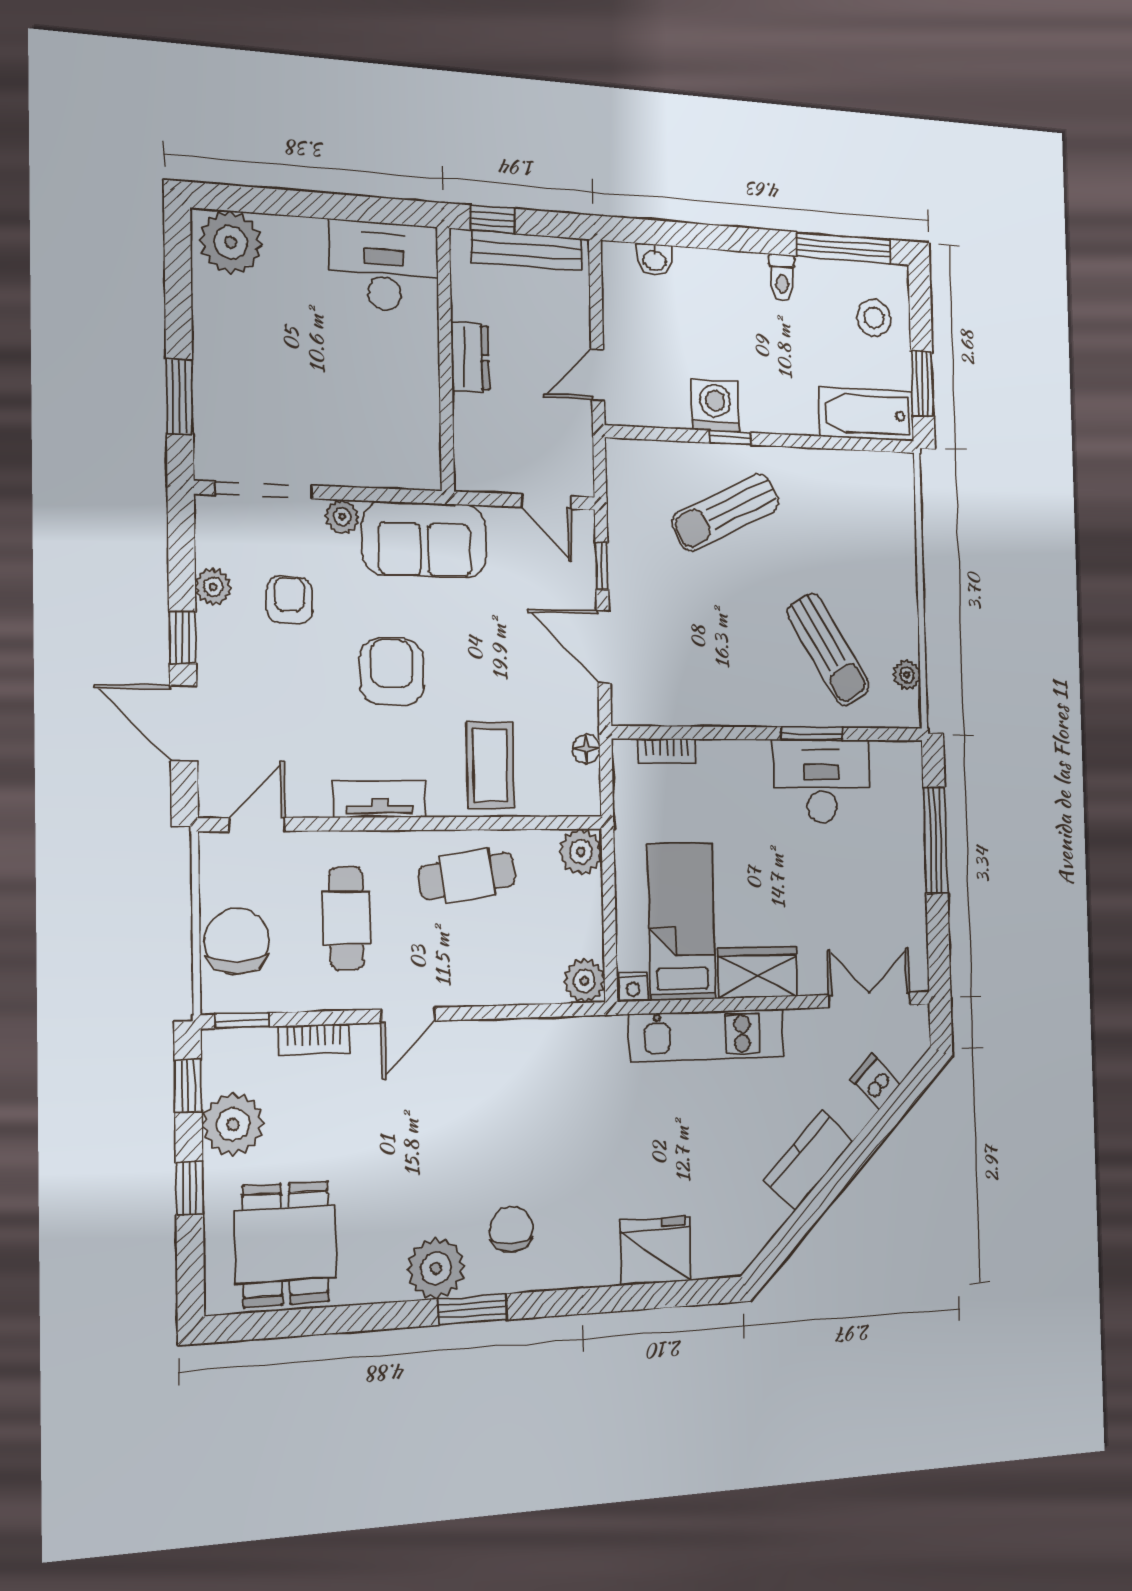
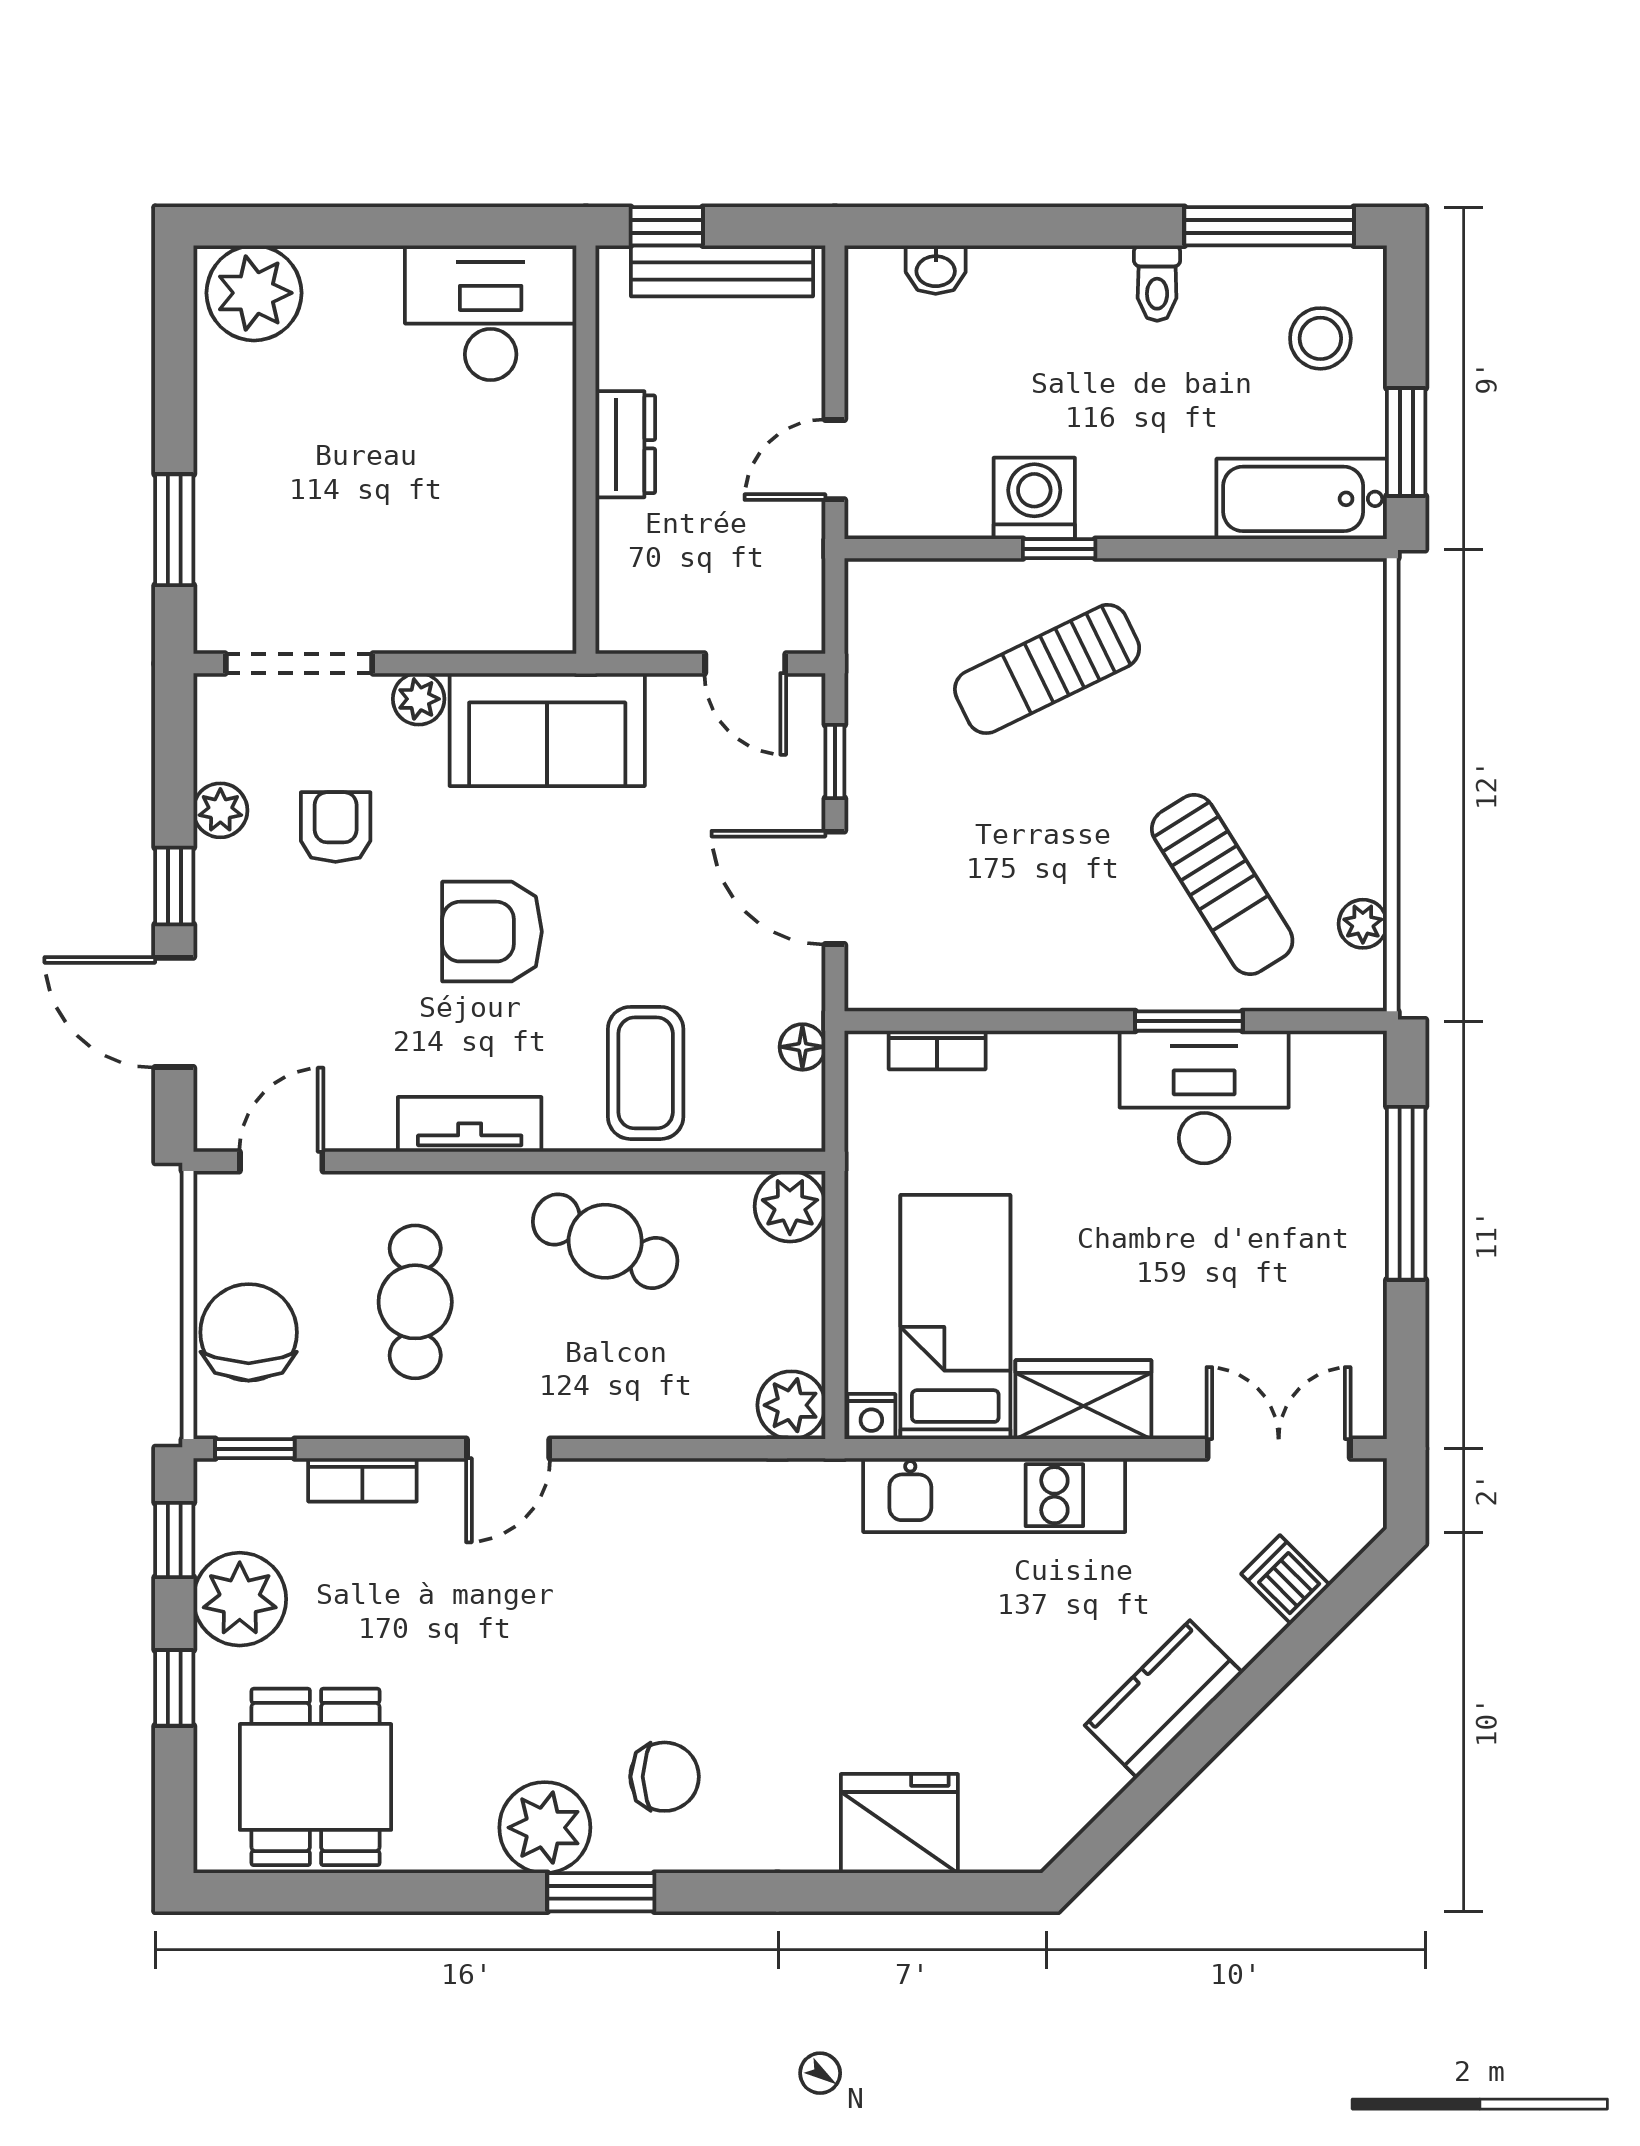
armchair: (392, 671) -> (492, 932), turned -90
cafe table: (467, 876) -> (605, 1241), turned 32
chair: (511, 1229) -> (665, 1777), turned 90

